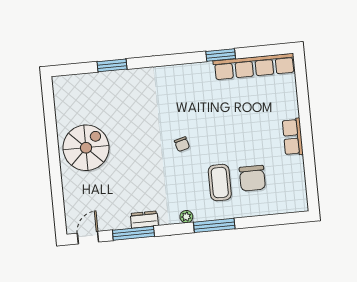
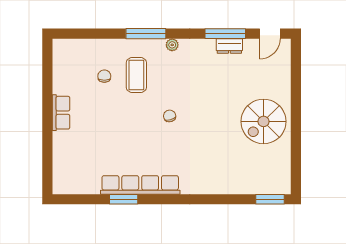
window: (112, 65) -> (270, 199), moved
row of seats: (254, 66) -> (140, 185), moved
chair: (252, 178) -> (104, 76), width x0.54, depth x0.54
dresser: (144, 220) -> (229, 46), moved

